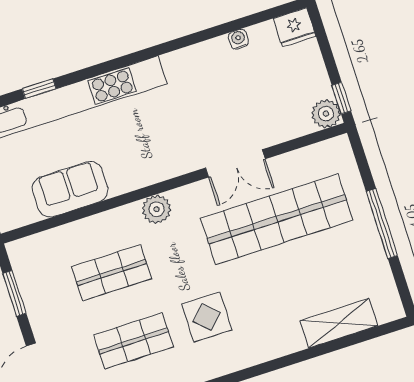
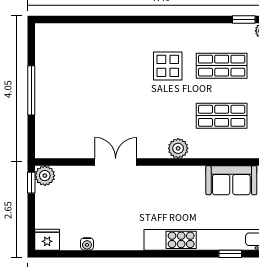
shop shelf: (277, 219) -> (100, 116), removed
shelving: (339, 323) -> (81, 33), removed

